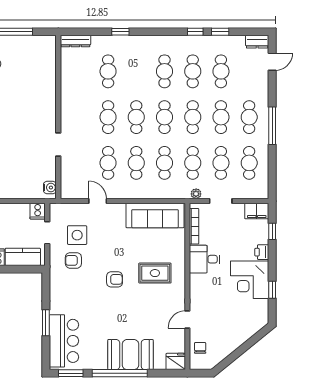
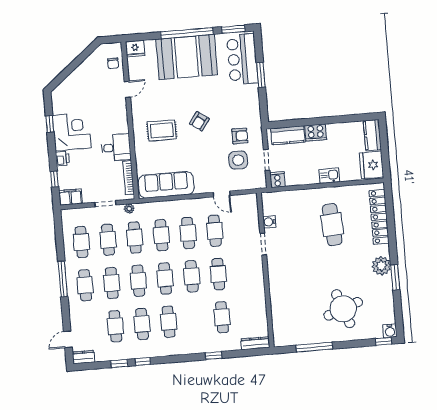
water cooler: (50, 188) -> (269, 222), moved
armchair: (115, 279) -> (199, 121), turned -54
booth: (130, 355) -> (187, 57), width x1.36, depth x1.42

